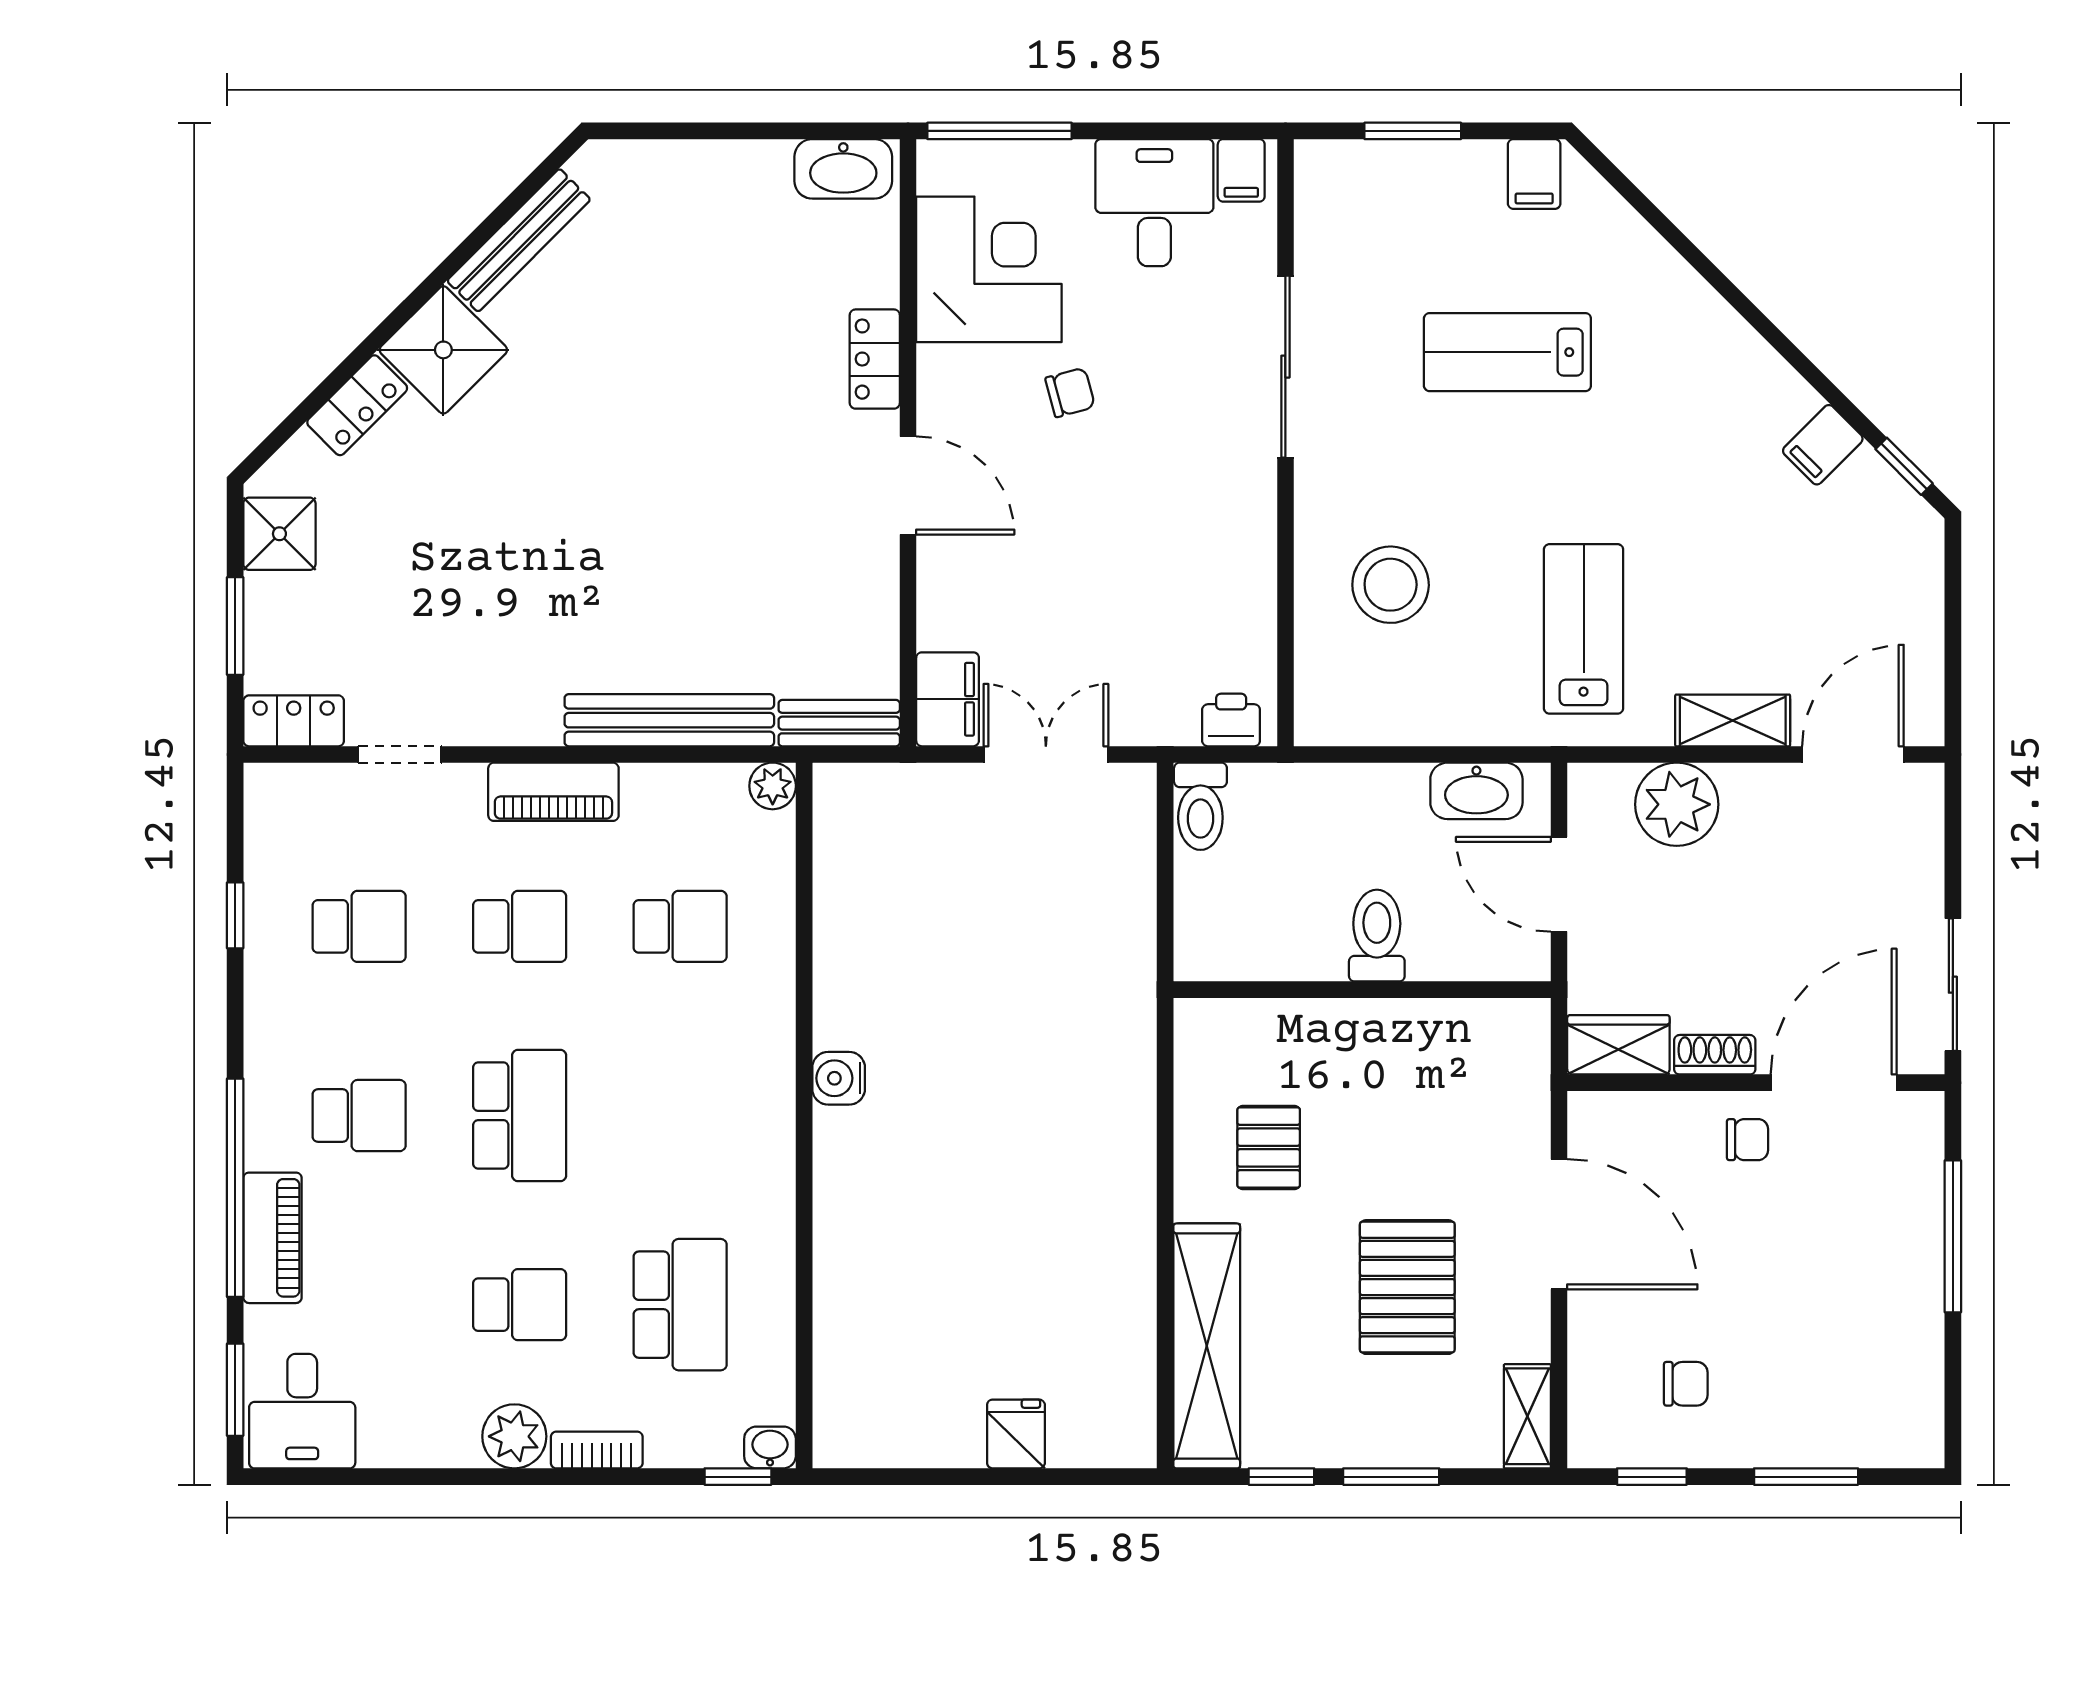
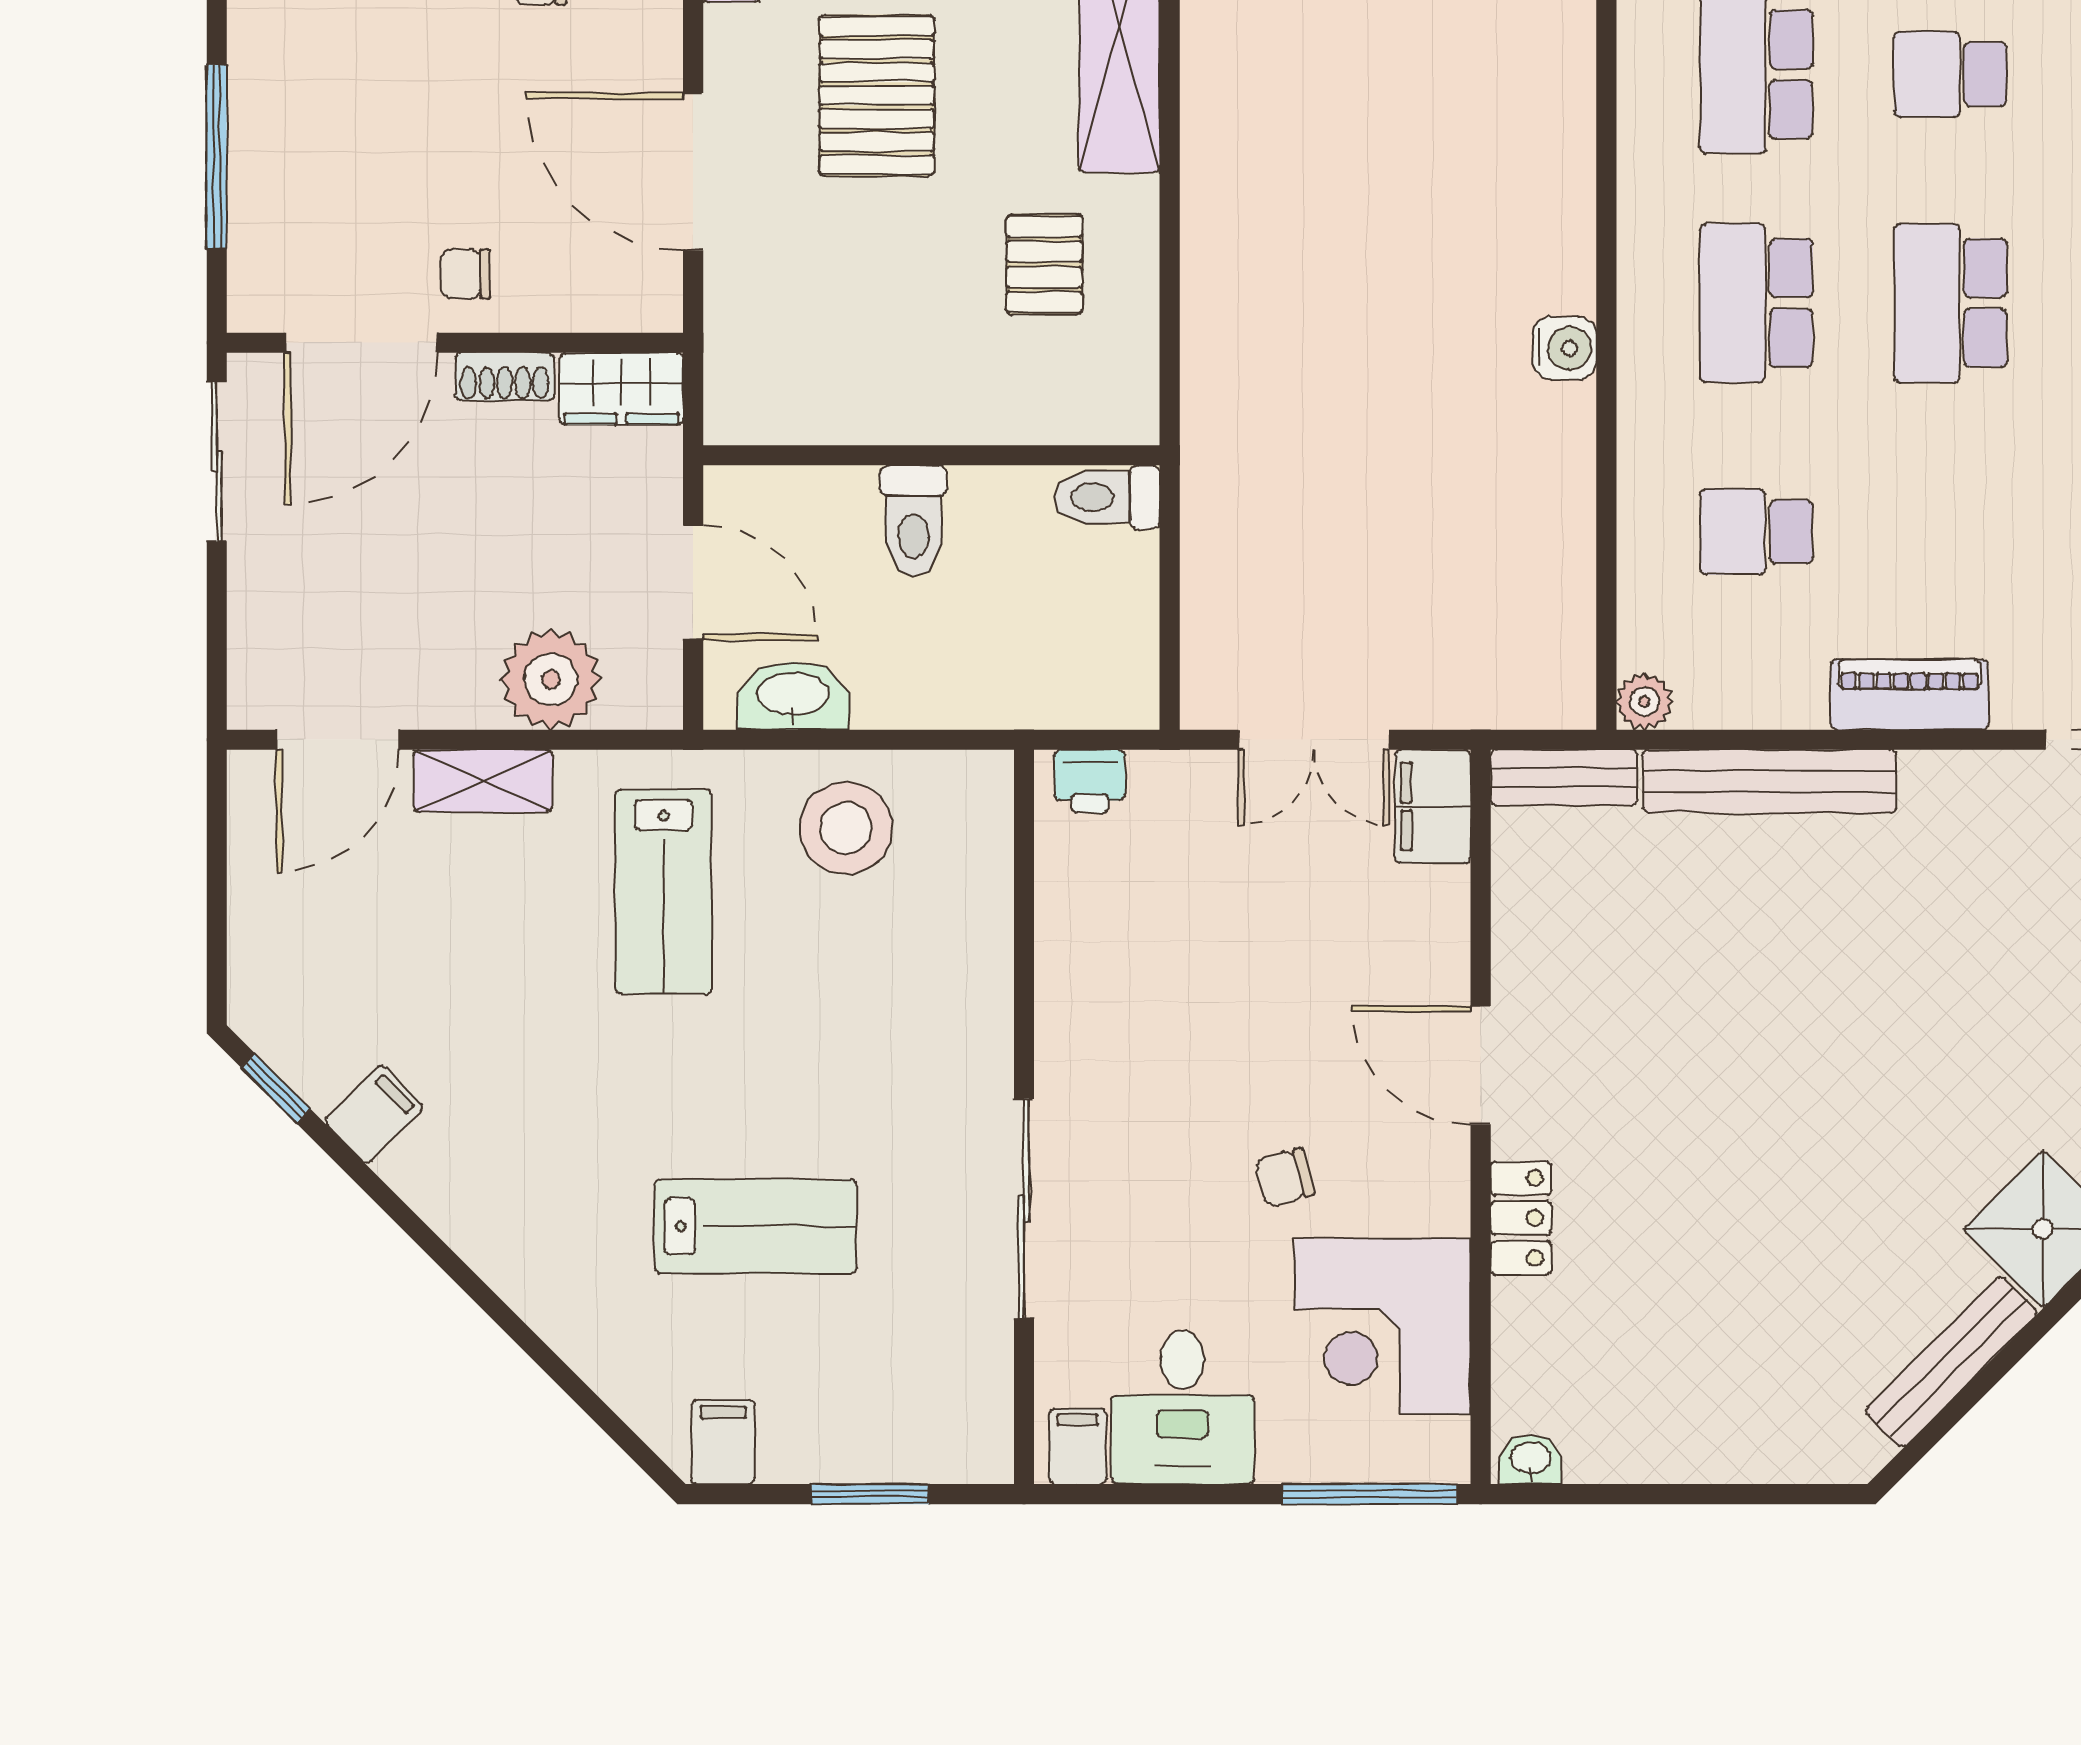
washbasin: (843, 169) -> (1531, 1459), width x0.52, depth x0.69
stool: (1391, 585) -> (846, 828), moved
toilet: (1200, 806) -> (1107, 497), moved, turned -90
school desk: (520, 926) -> (1756, 303), moved, width x1.85

